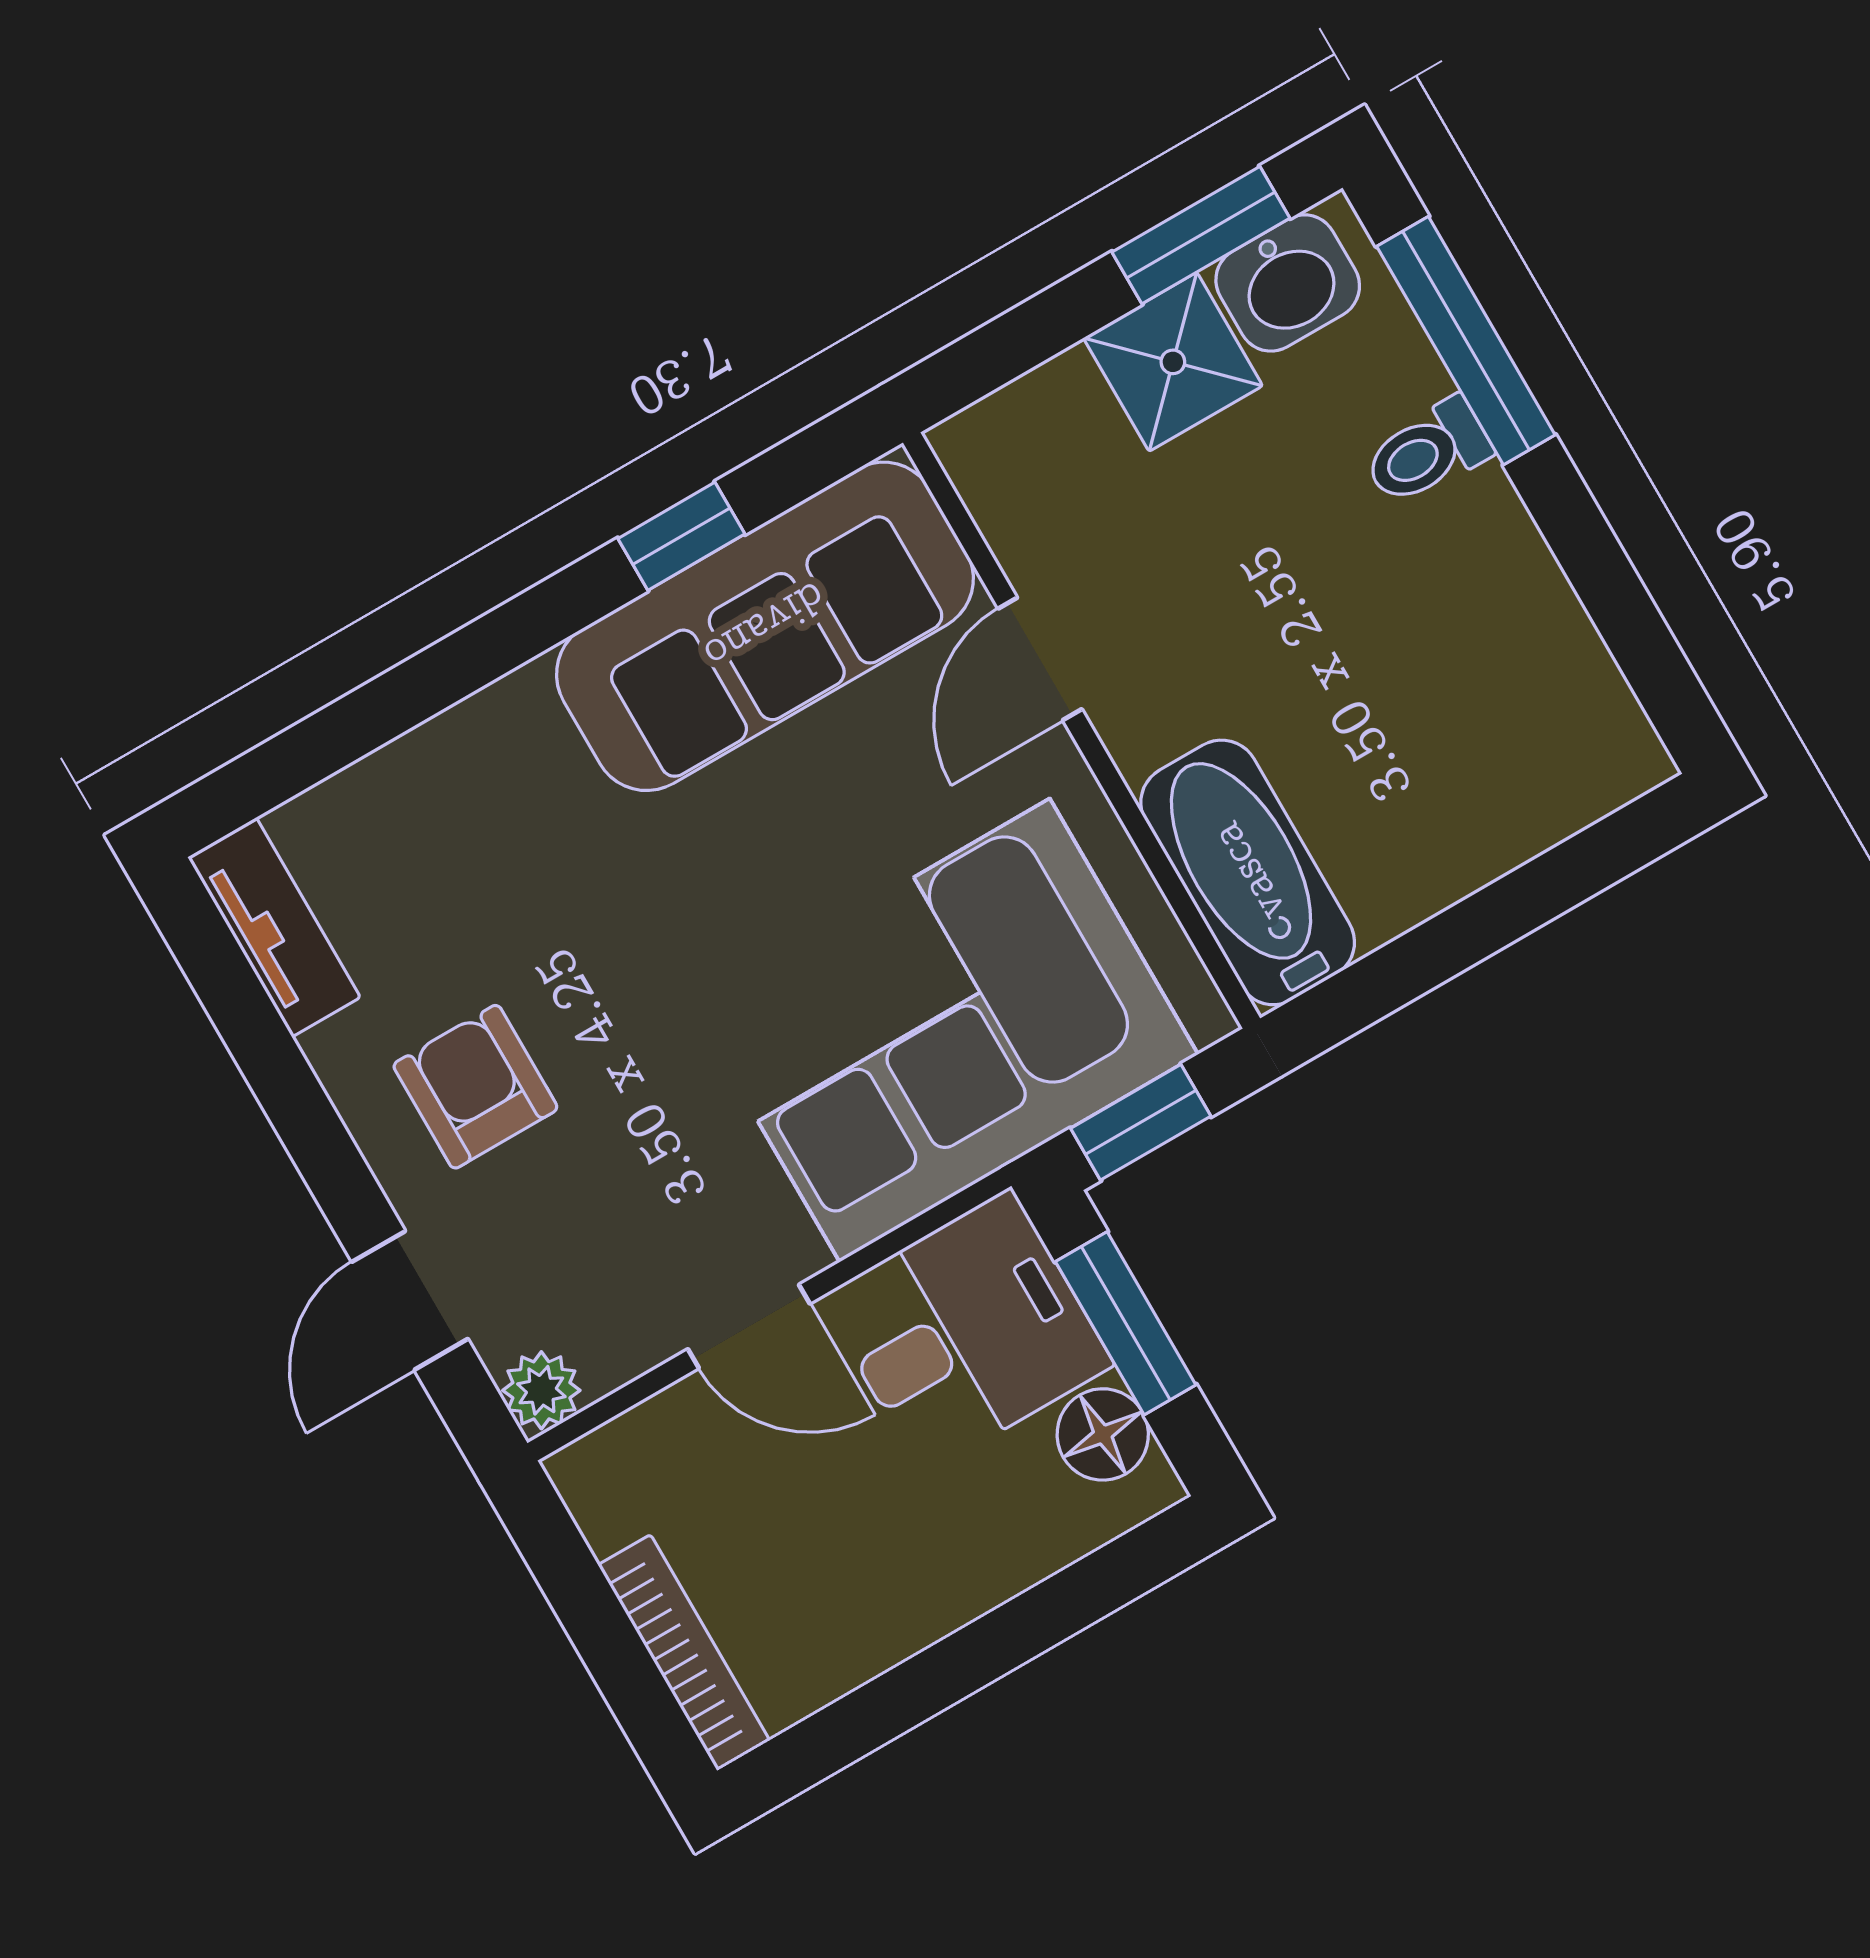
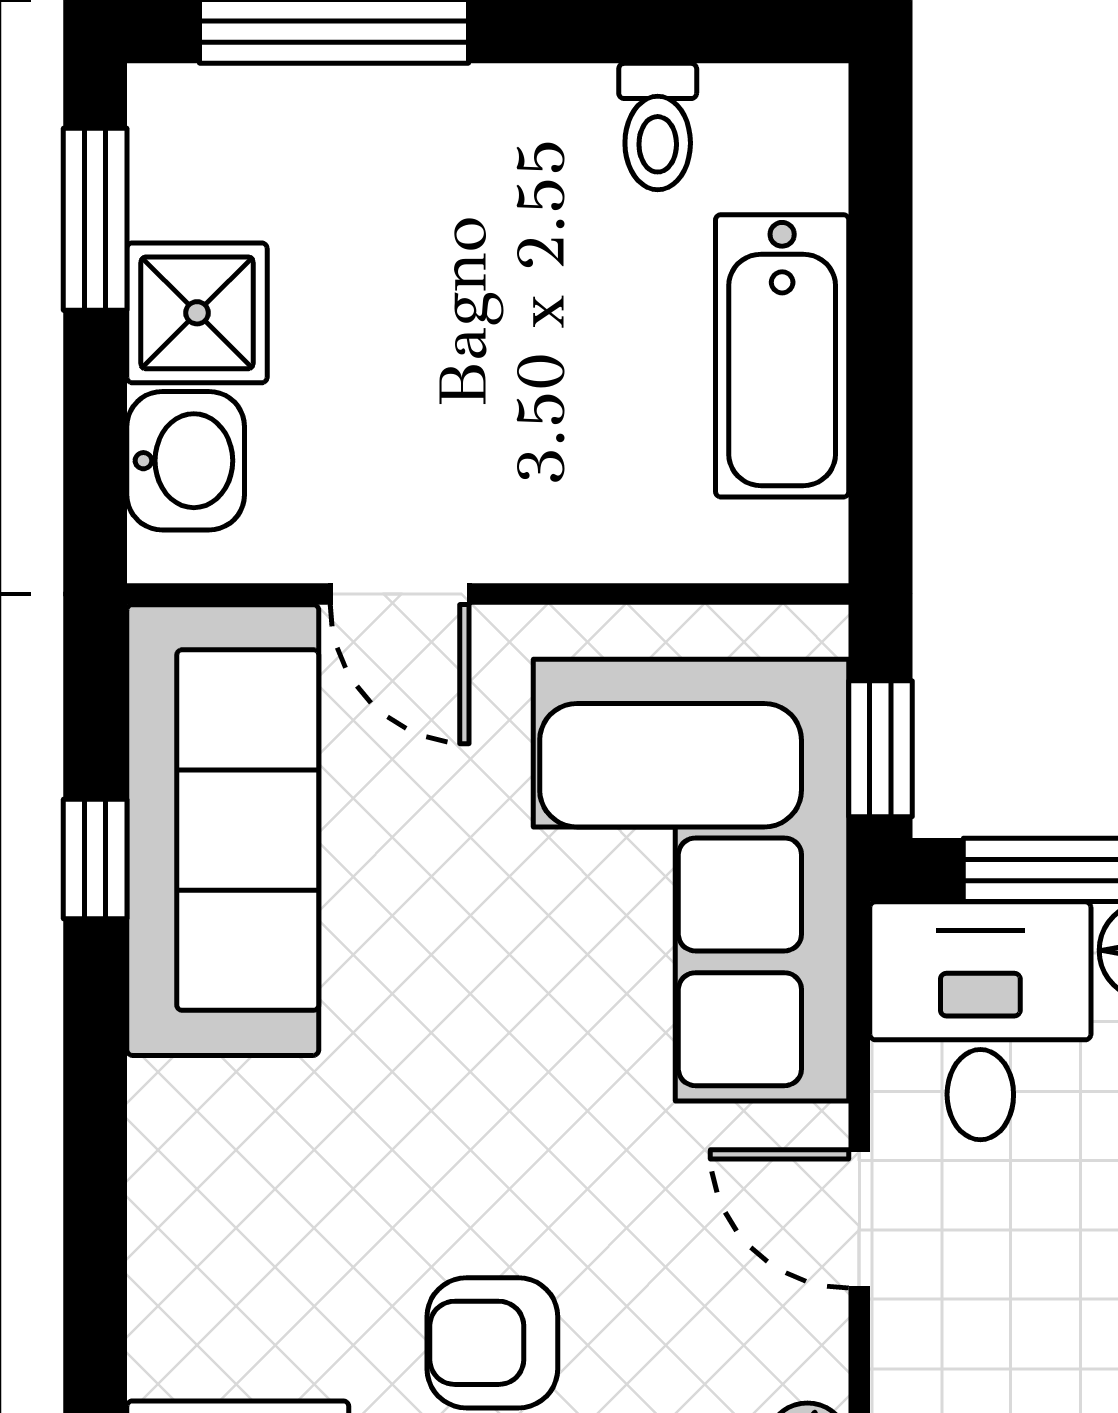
washbasin: (1288, 283) -> (186, 461), moved
toilet: (1427, 452) -> (658, 127), moved
bathtub: (1248, 872) -> (782, 356), moved, turned -90
door: (749, 1326) -> (859, 1219), swing flipped

